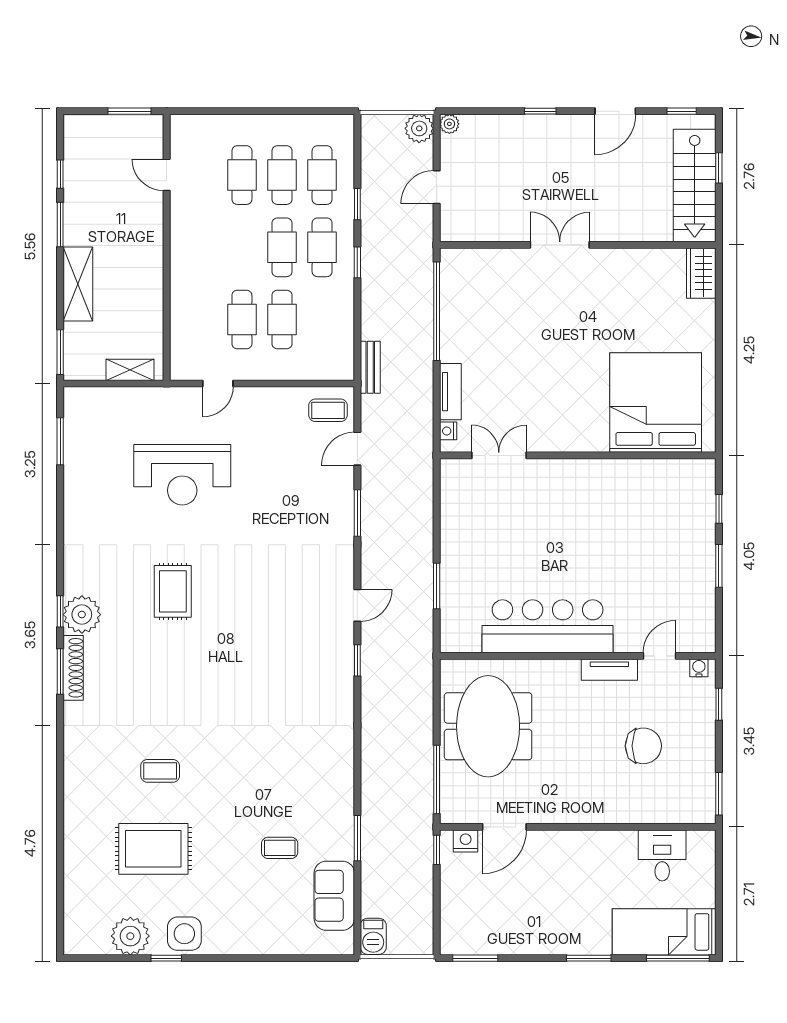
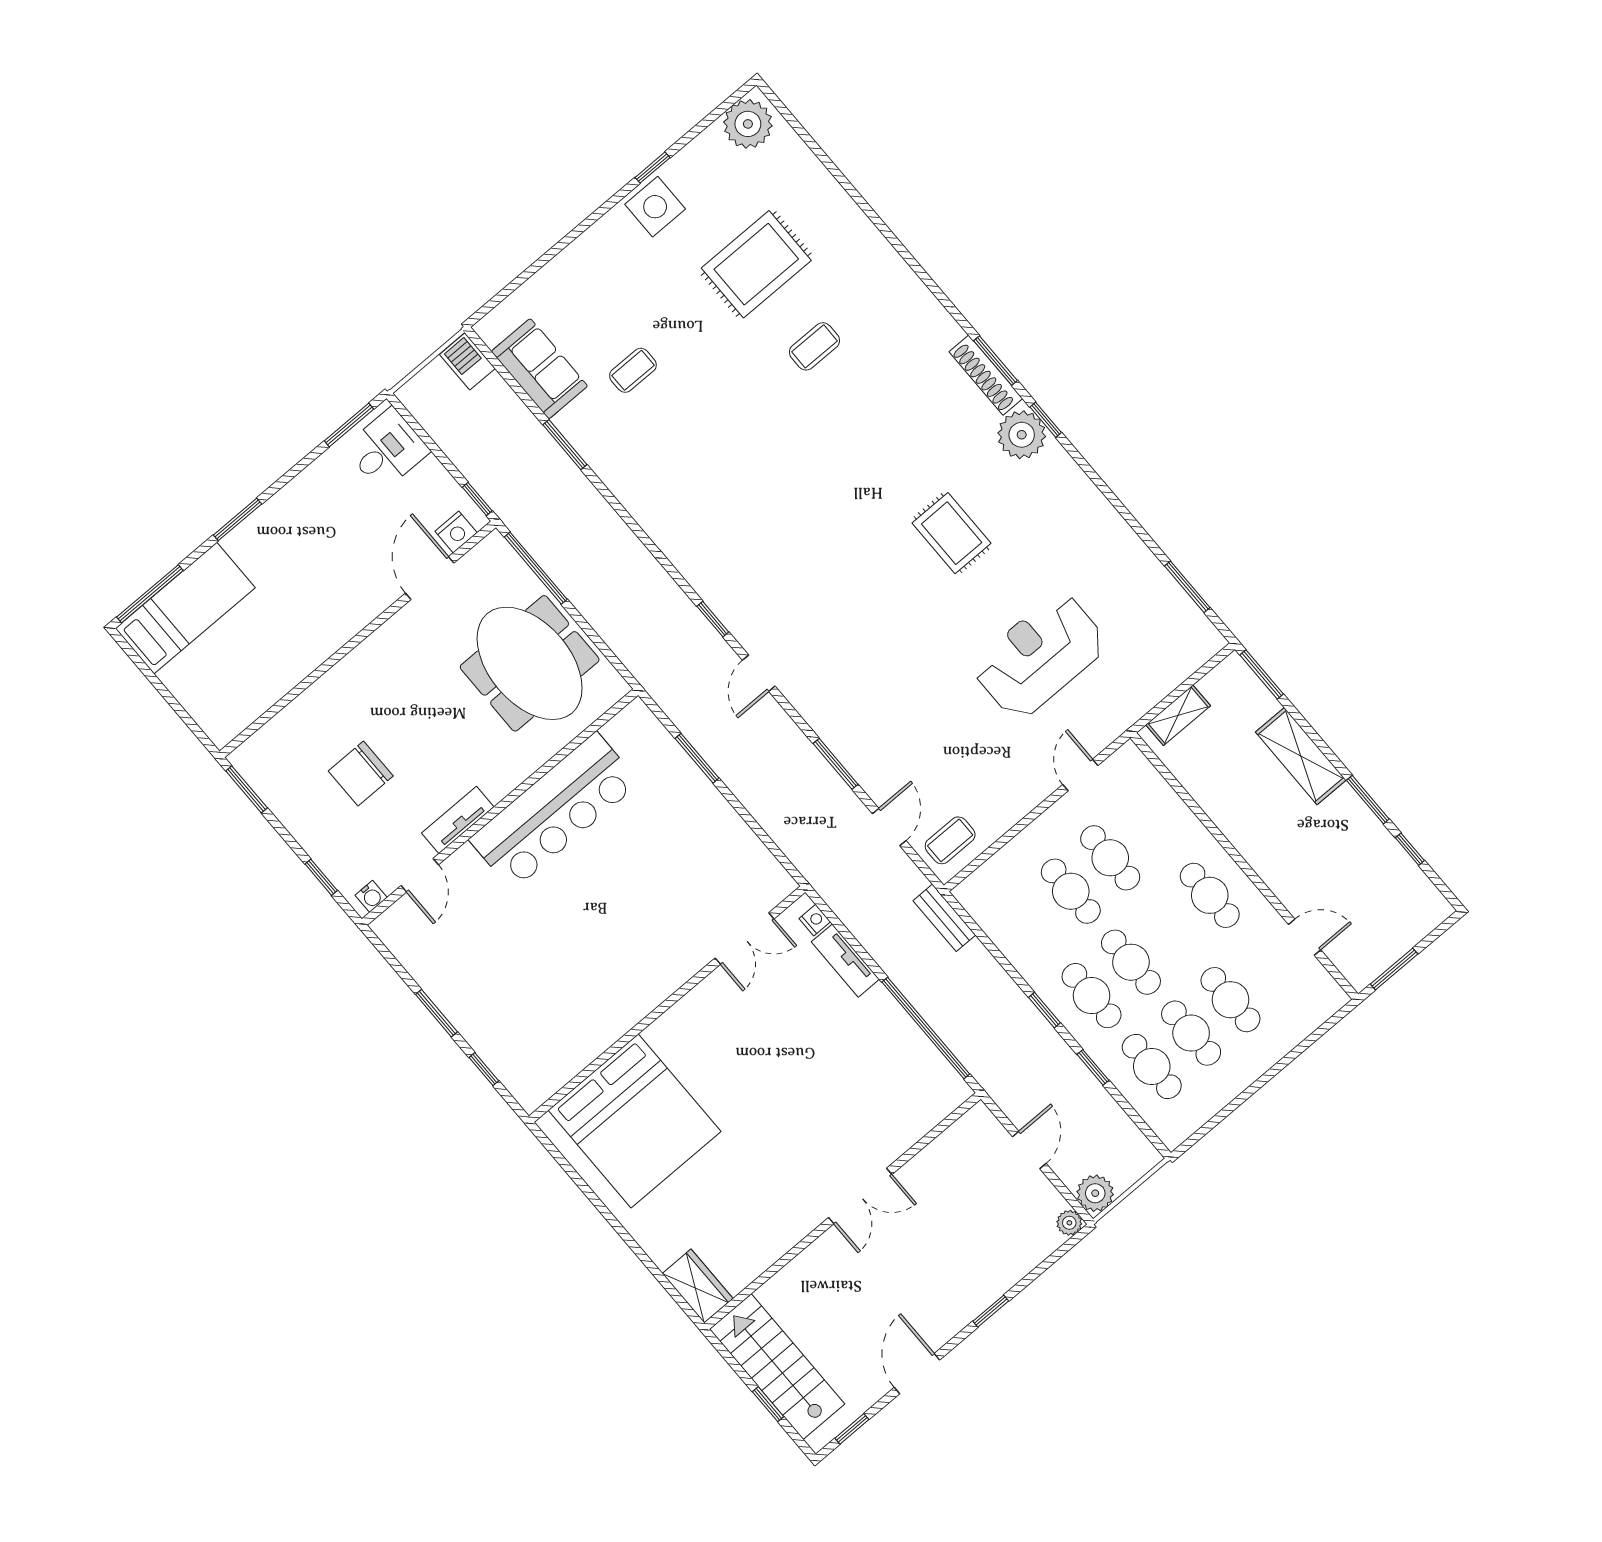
cafe table: (202, 247) -> (1210, 895), added
desk: (662, 855) -> (387, 449), moved, turned -90
plant: (130, 936) -> (748, 124), moved

